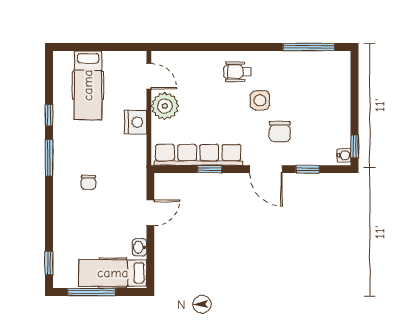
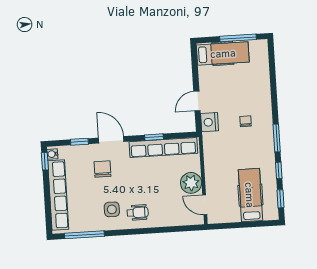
side table: (260, 100) -> (112, 209), moved
row of seats: (340, 101) -> (58, 195), added
nightstand: (136, 122) -> (210, 122), moved
washbasin: (139, 247) -> (204, 74), removed
window: (49, 263) -> (281, 199), moved

